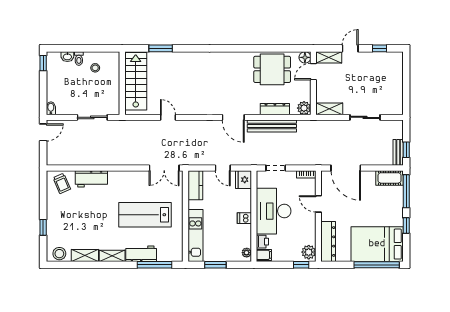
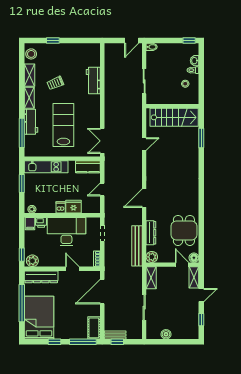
door: (350, 48) -> (201, 295), hinge flipped
boiler: (397, 91) -> (166, 334), added
bench: (272, 126) -> (137, 246), moved
door: (43, 132) -> (132, 41), hinge flipped
fridge: (243, 180) -> (73, 207), moved
trolley: (62, 183) -> (55, 83), moved
door: (318, 204) -> (72, 269), hinge flipped
window: (377, 265) -> (22, 303), moved

